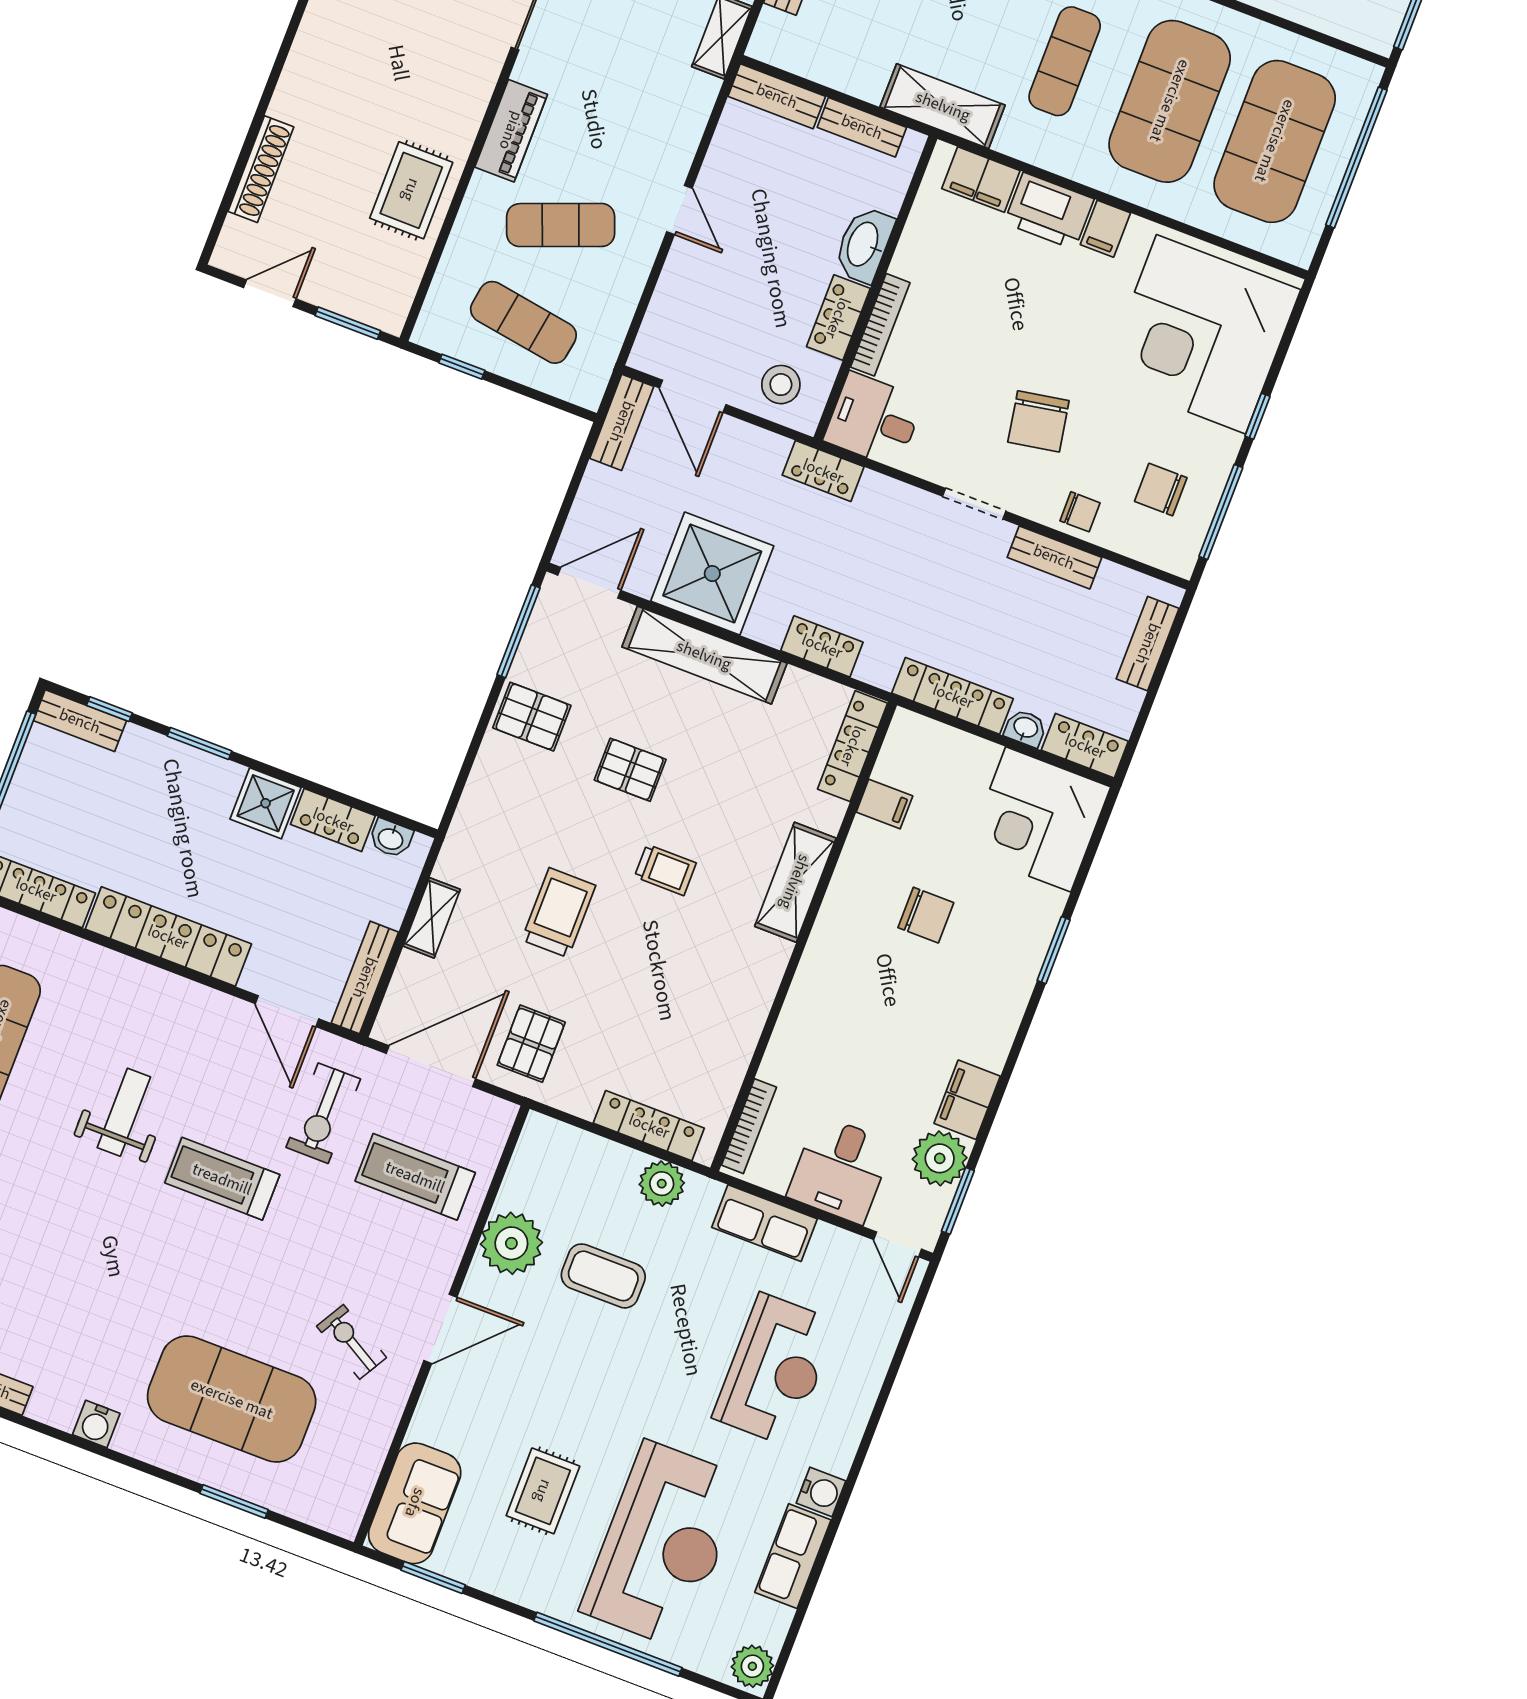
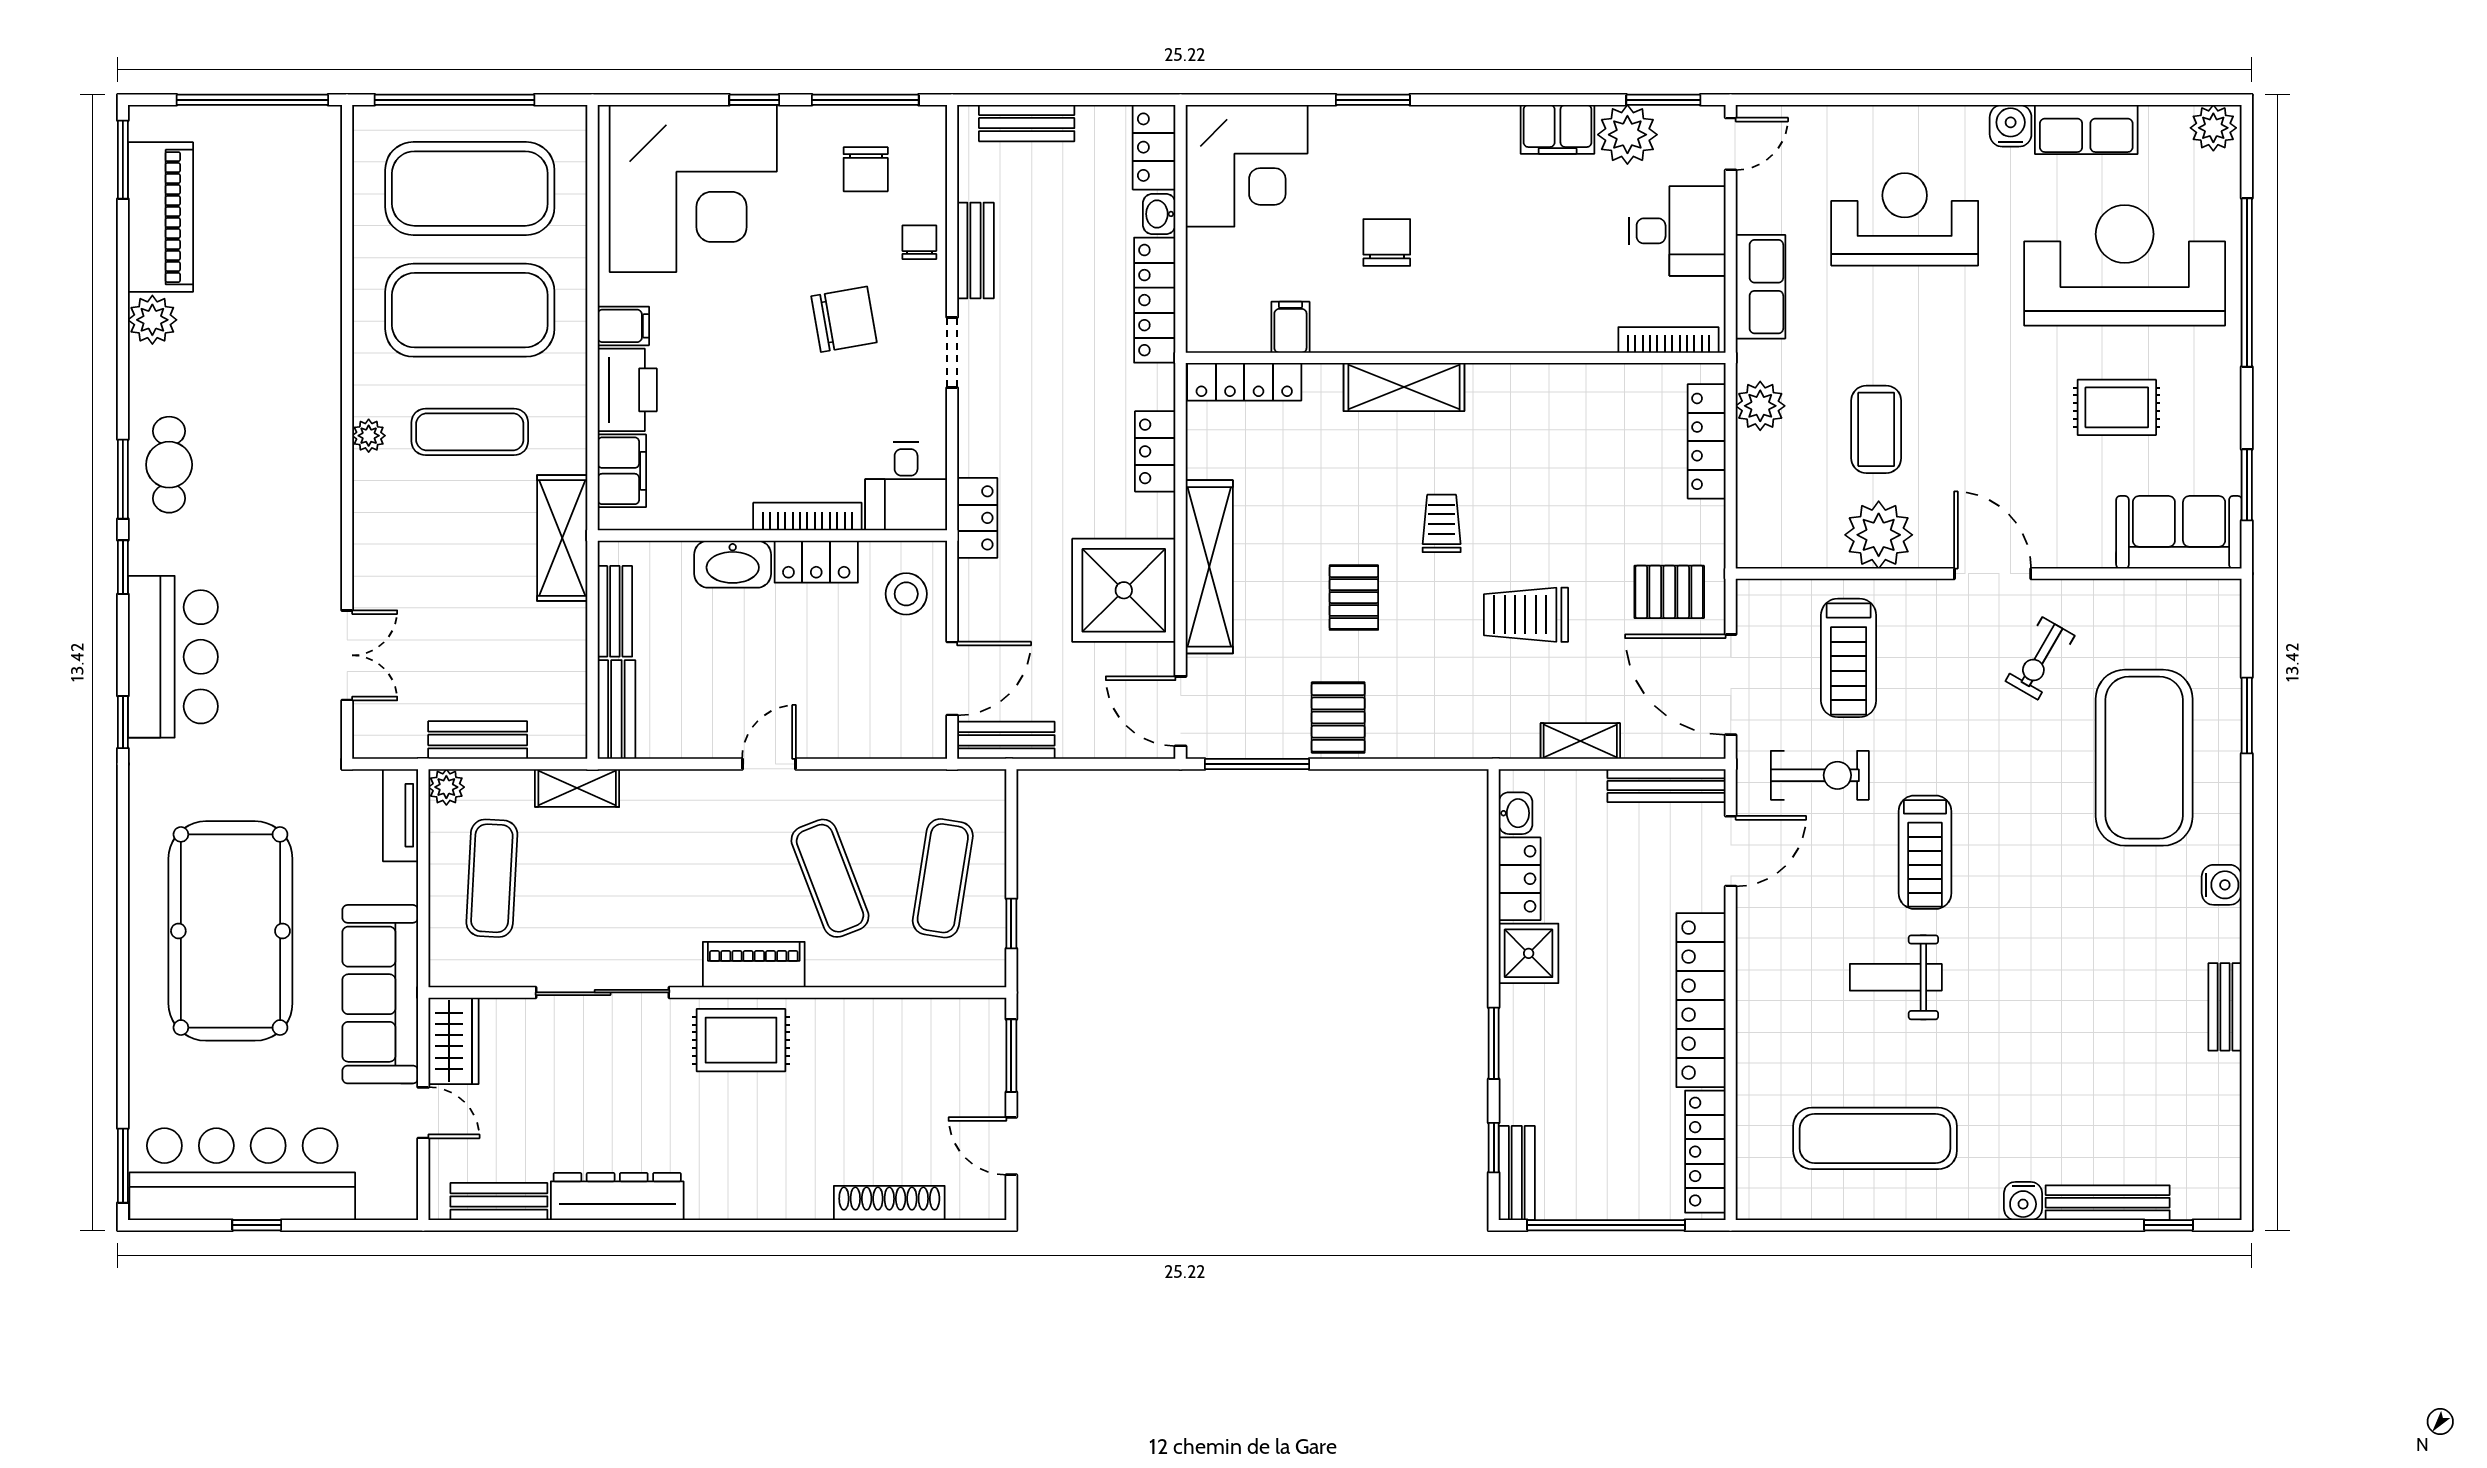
rug: (411, 190) -> (741, 1040), moved

